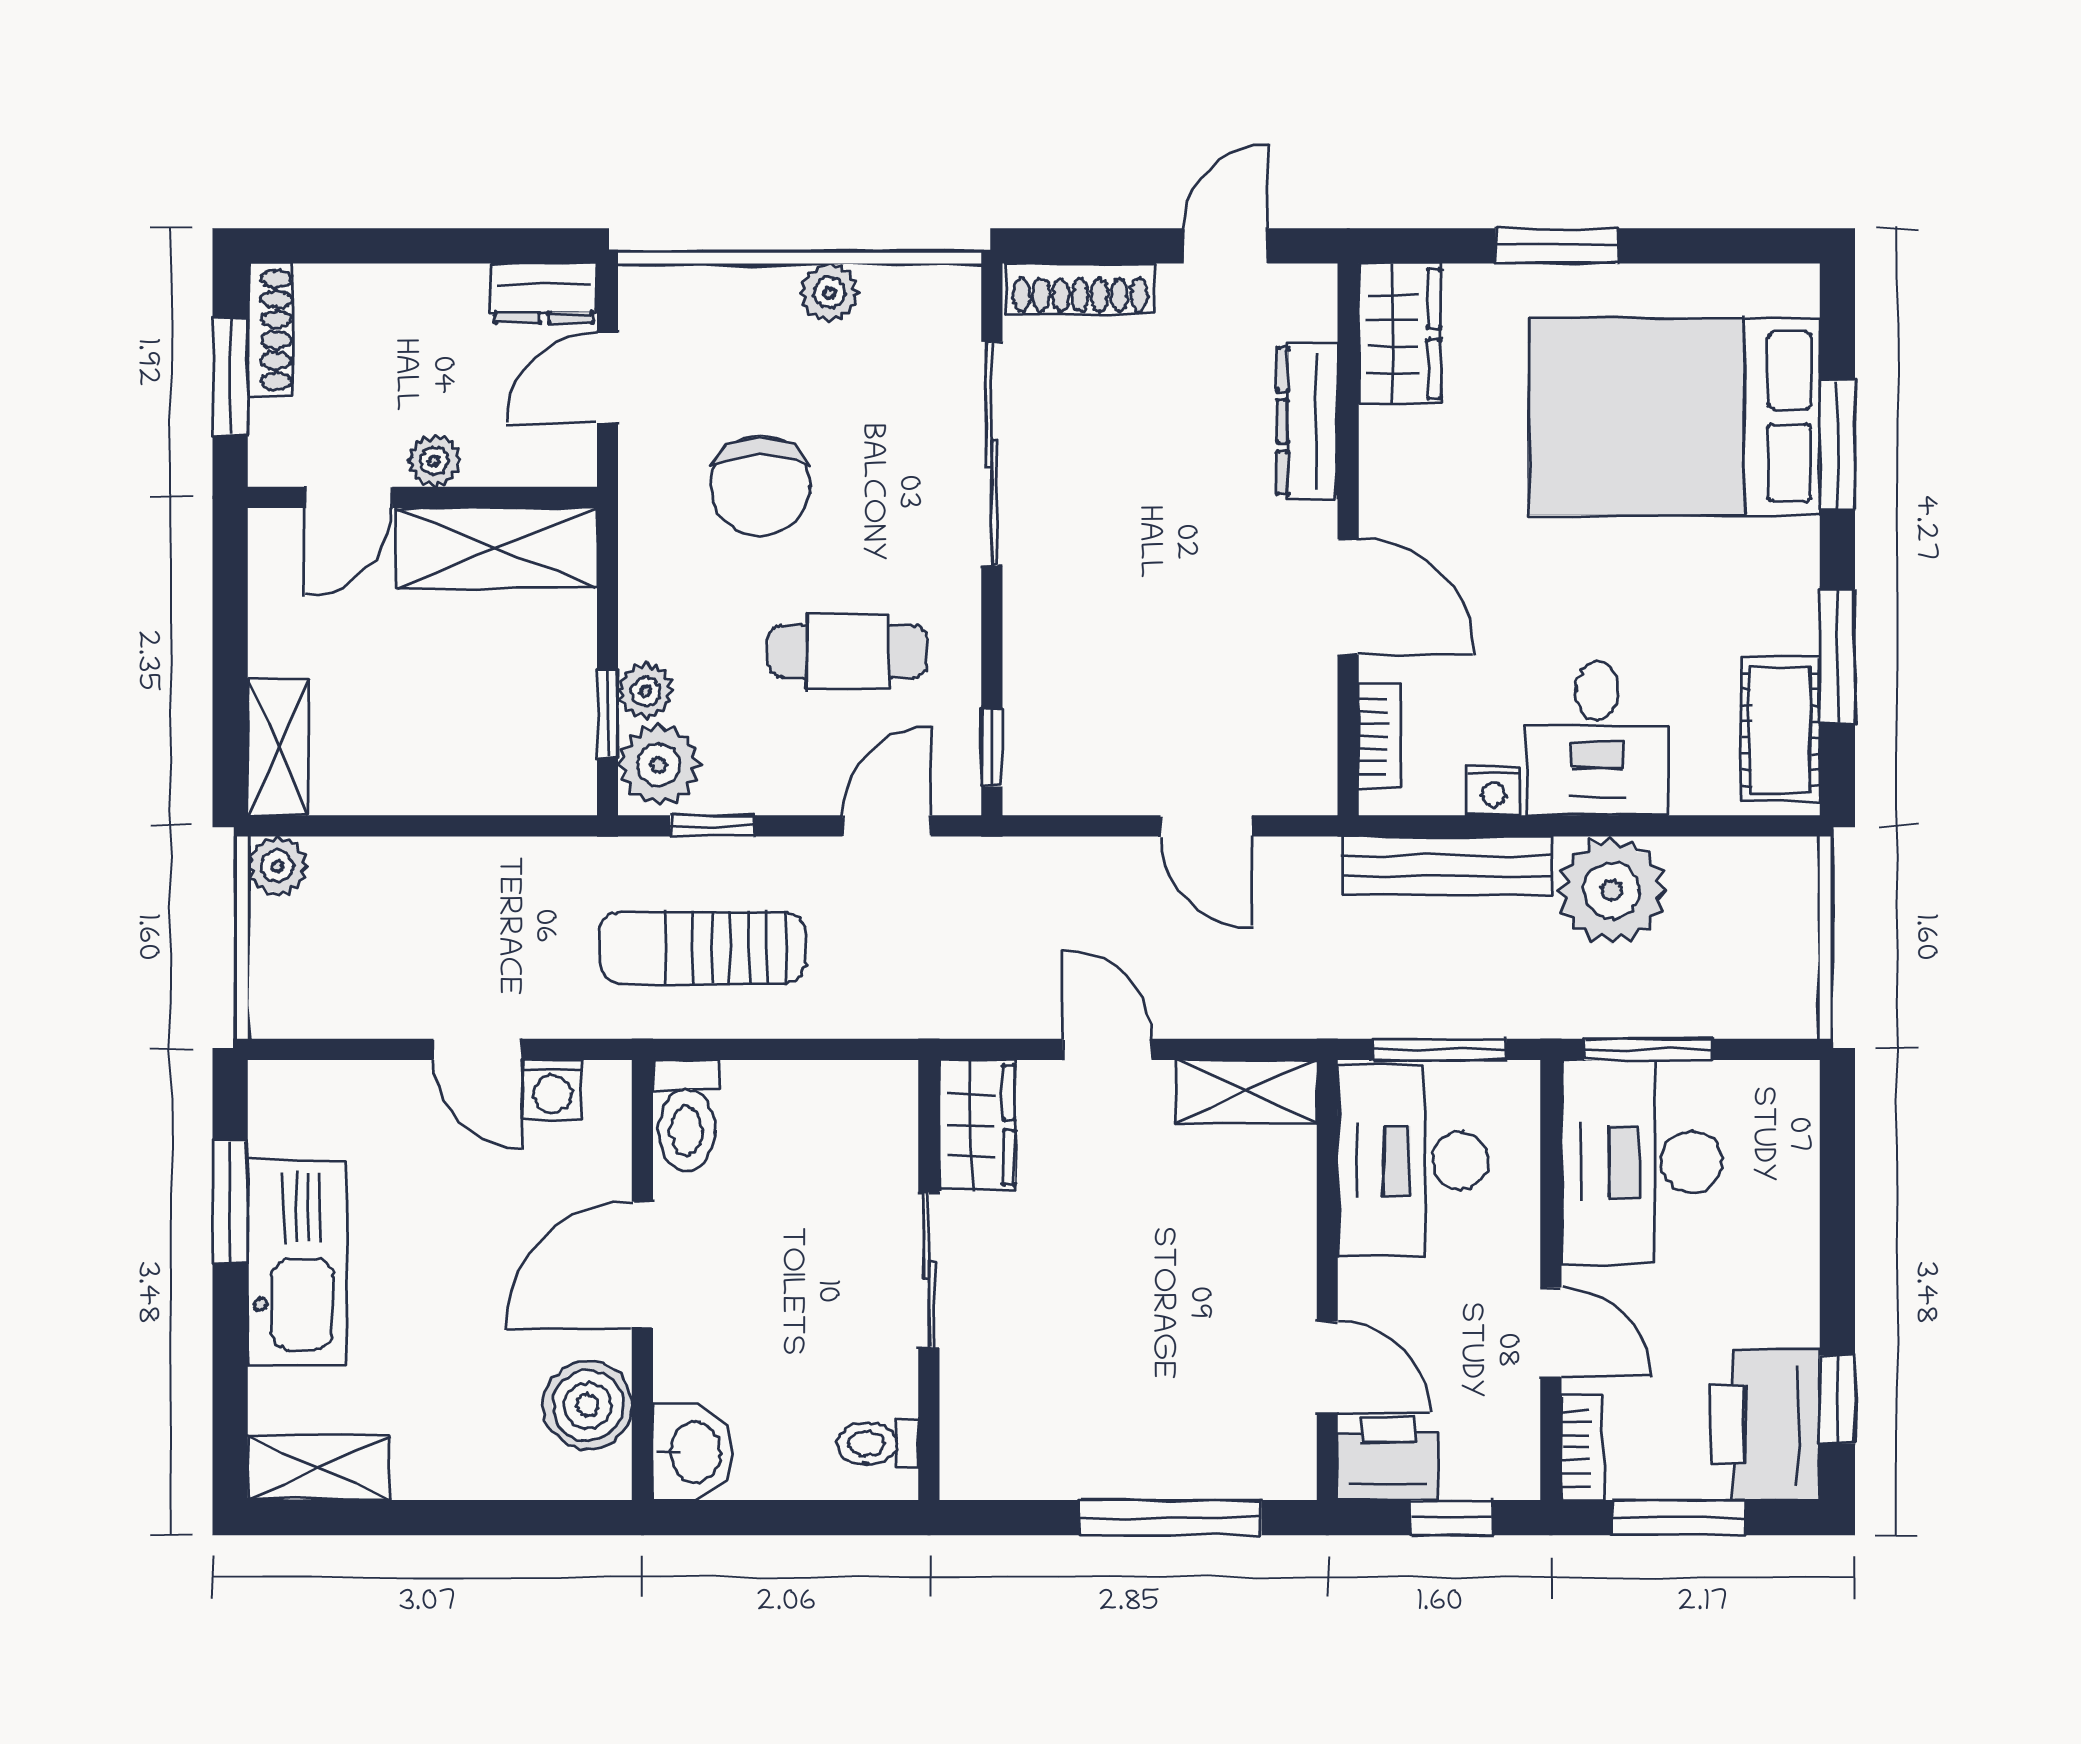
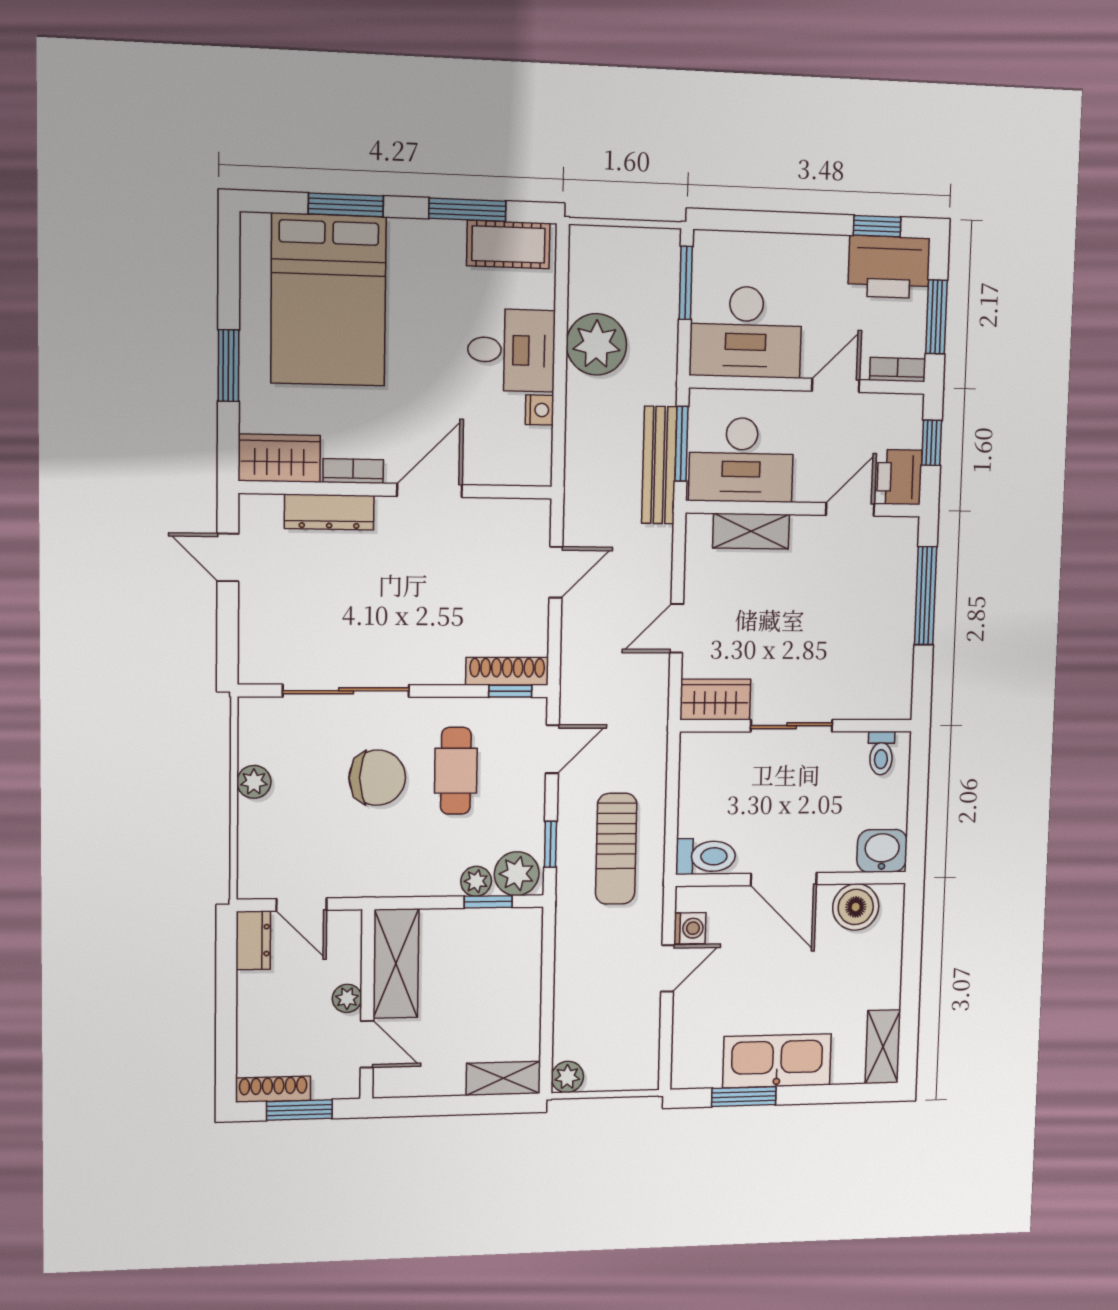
shoe rack: (1080, 289) -> (507, 671), moved, turned -90
chair: (760, 486) -> (377, 778), moved
bookcase: (1380, 736) -> (353, 471), moved
door: (887, 826) -> (552, 749), swing flipped
bench: (1447, 866) -> (659, 465), moved
window: (1648, 1049) -> (686, 283), moved
shelving: (1246, 1092) -> (751, 531), moved, turned 90

